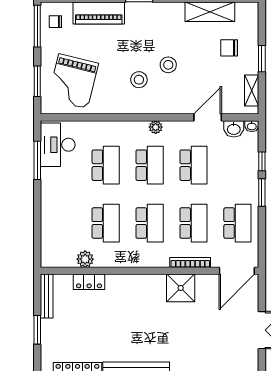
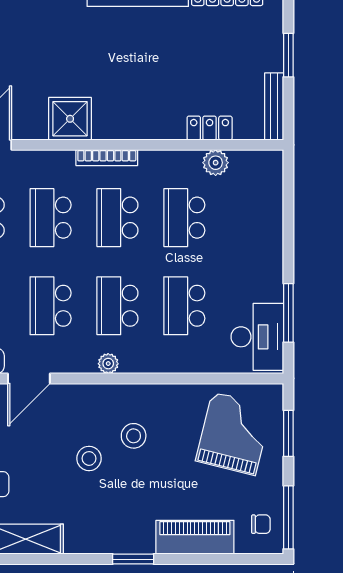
bookcase: (190, 262) -> (107, 158), moved

